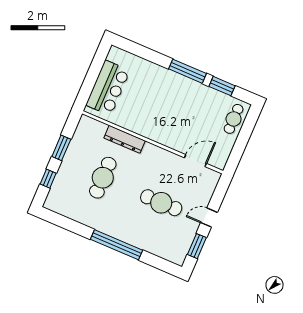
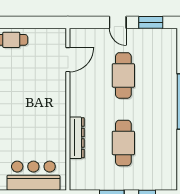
door: (195, 161) -> (68, 60), swing flipped
cafe table: (103, 178) -> (123, 143), turned 90

